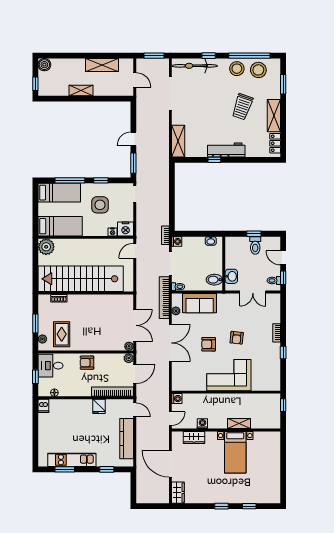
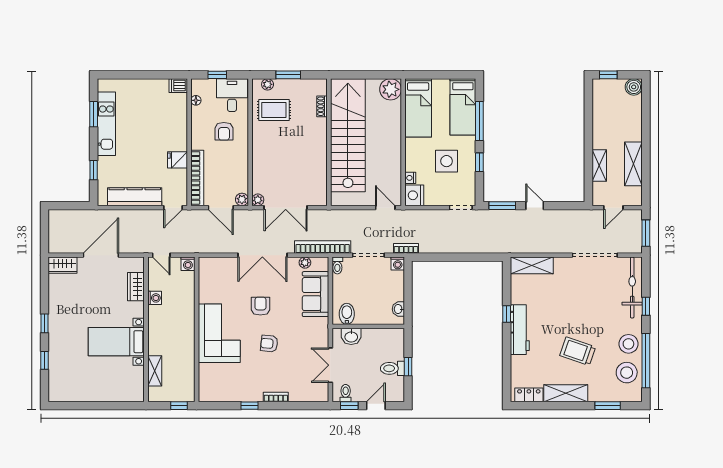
shelving: (81, 90) -> (599, 165), moved
armchair: (87, 363) -> (224, 131), moved, turned 180
shelving: (239, 424) -> (155, 371), moved

